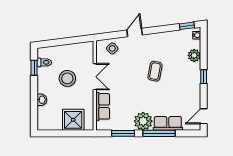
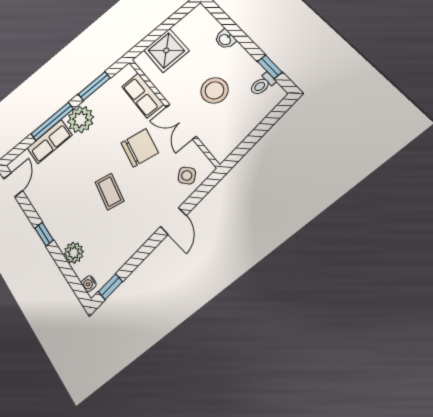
chair: (124, 81) -> (140, 148), added

